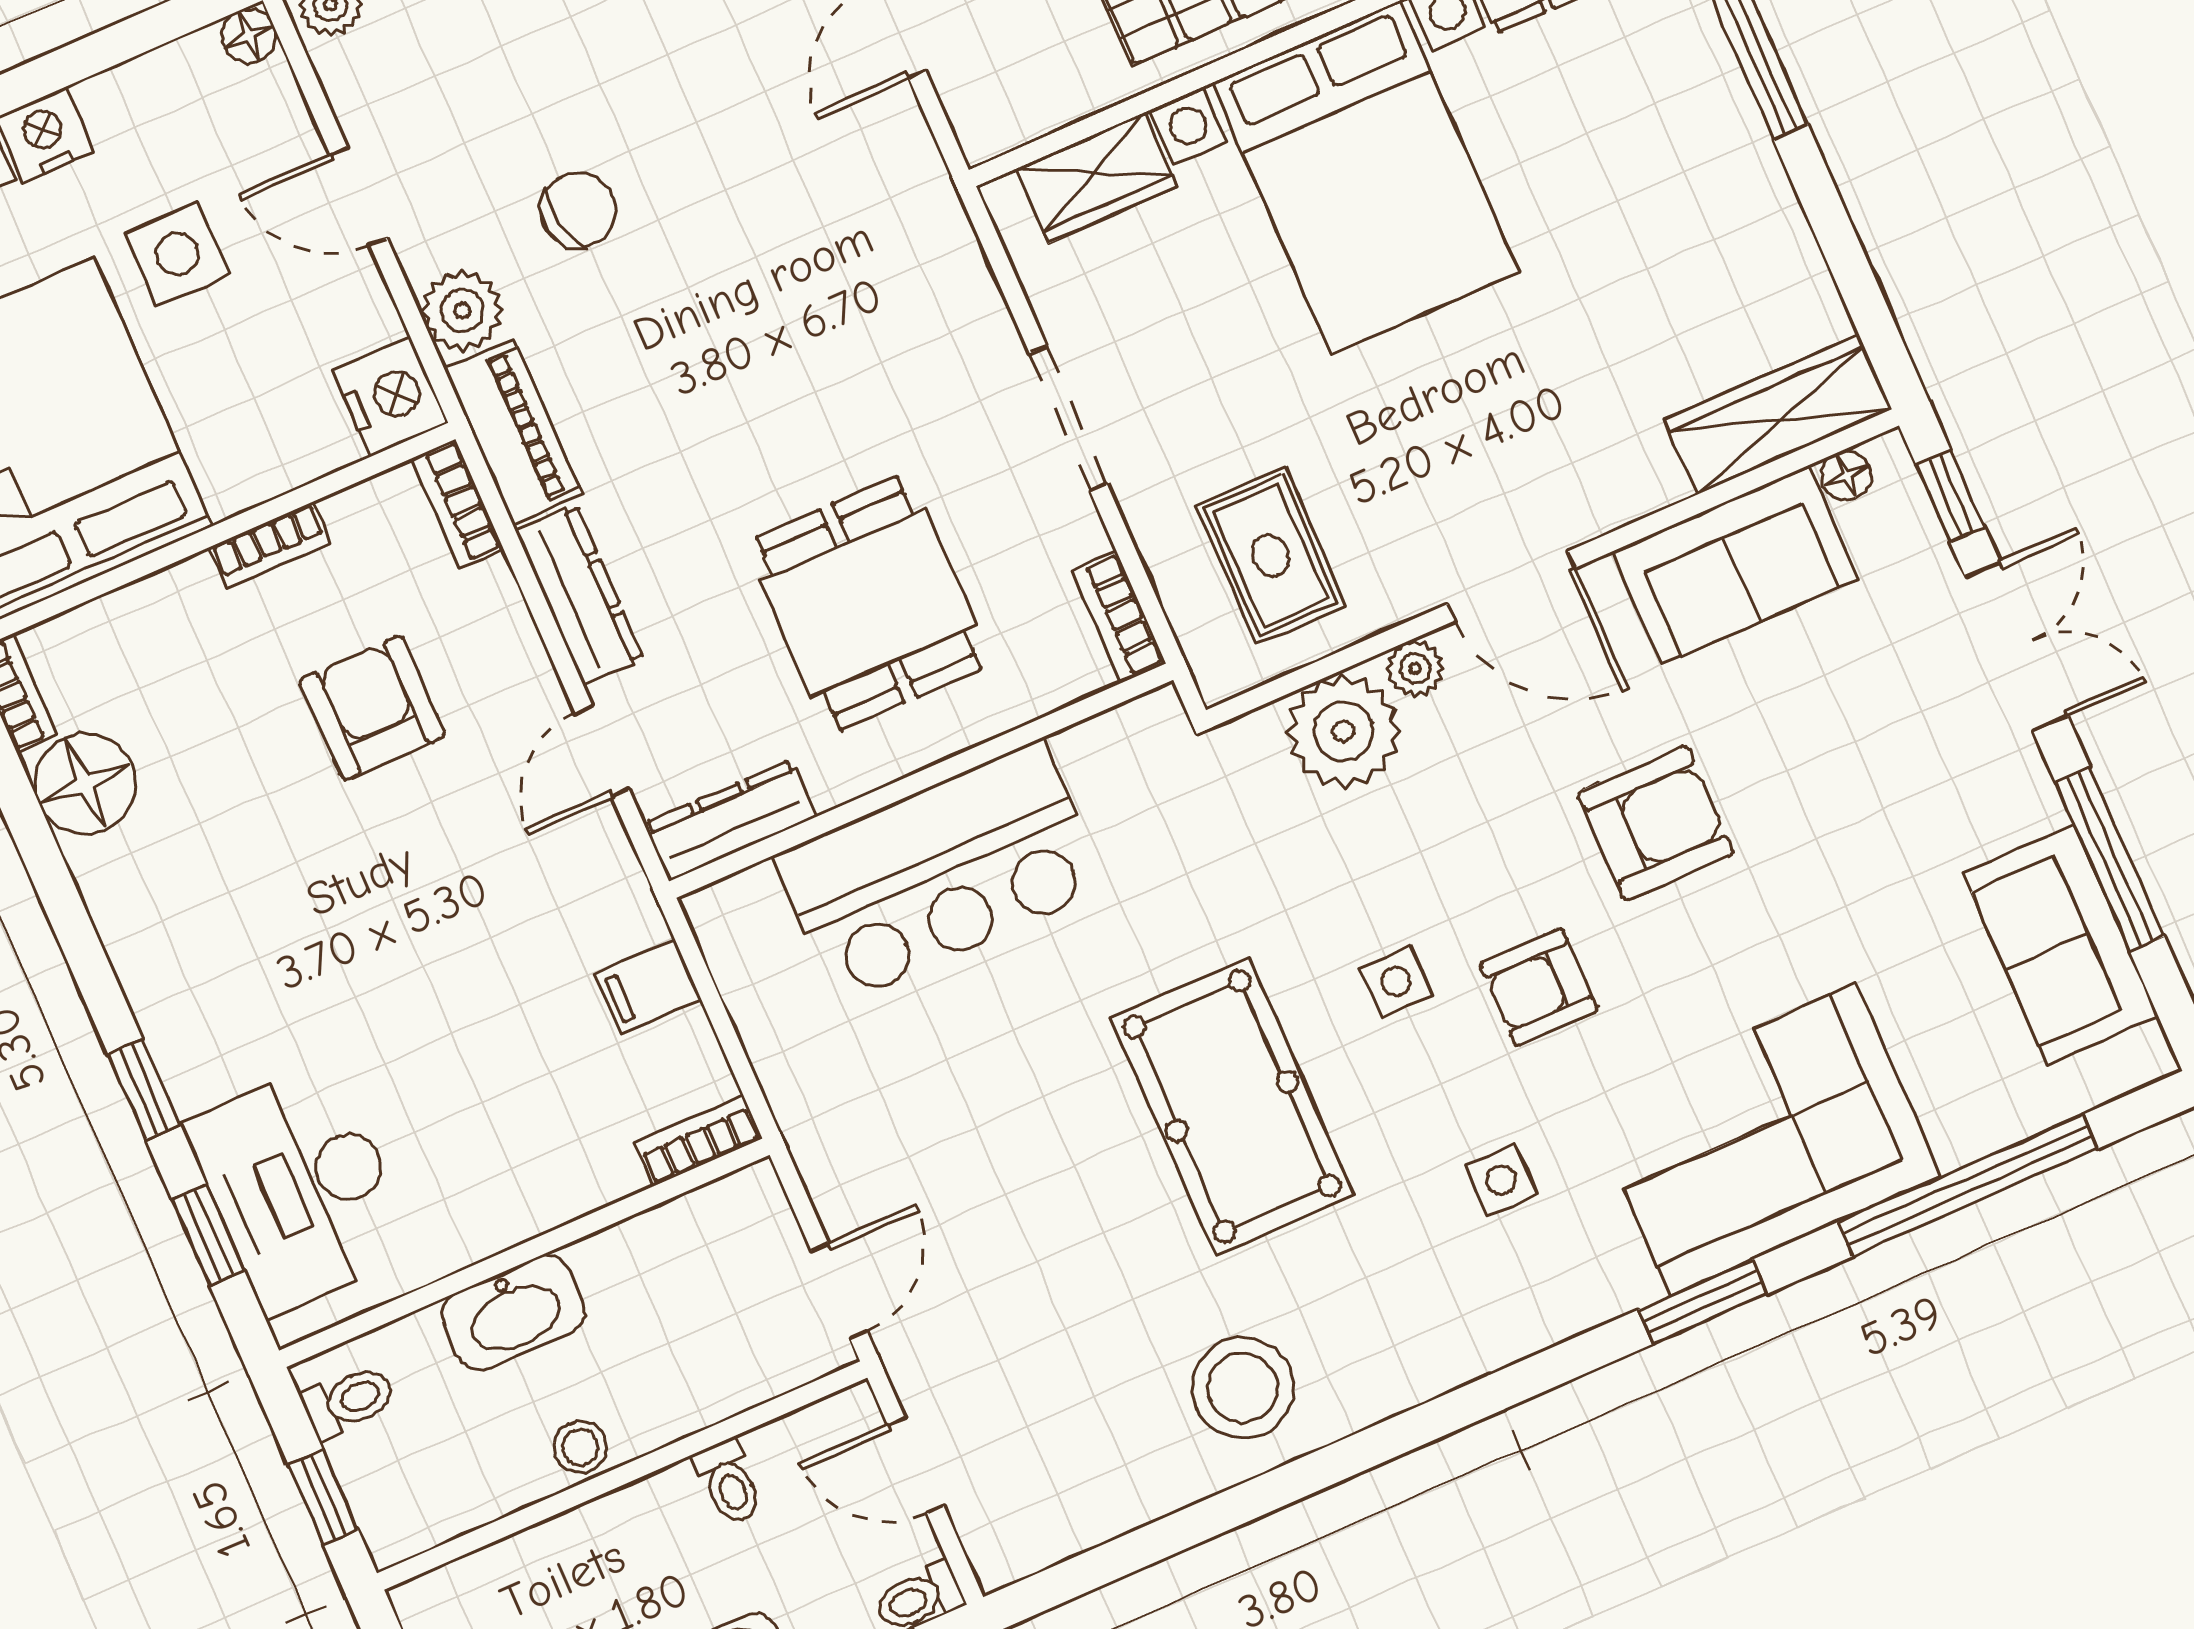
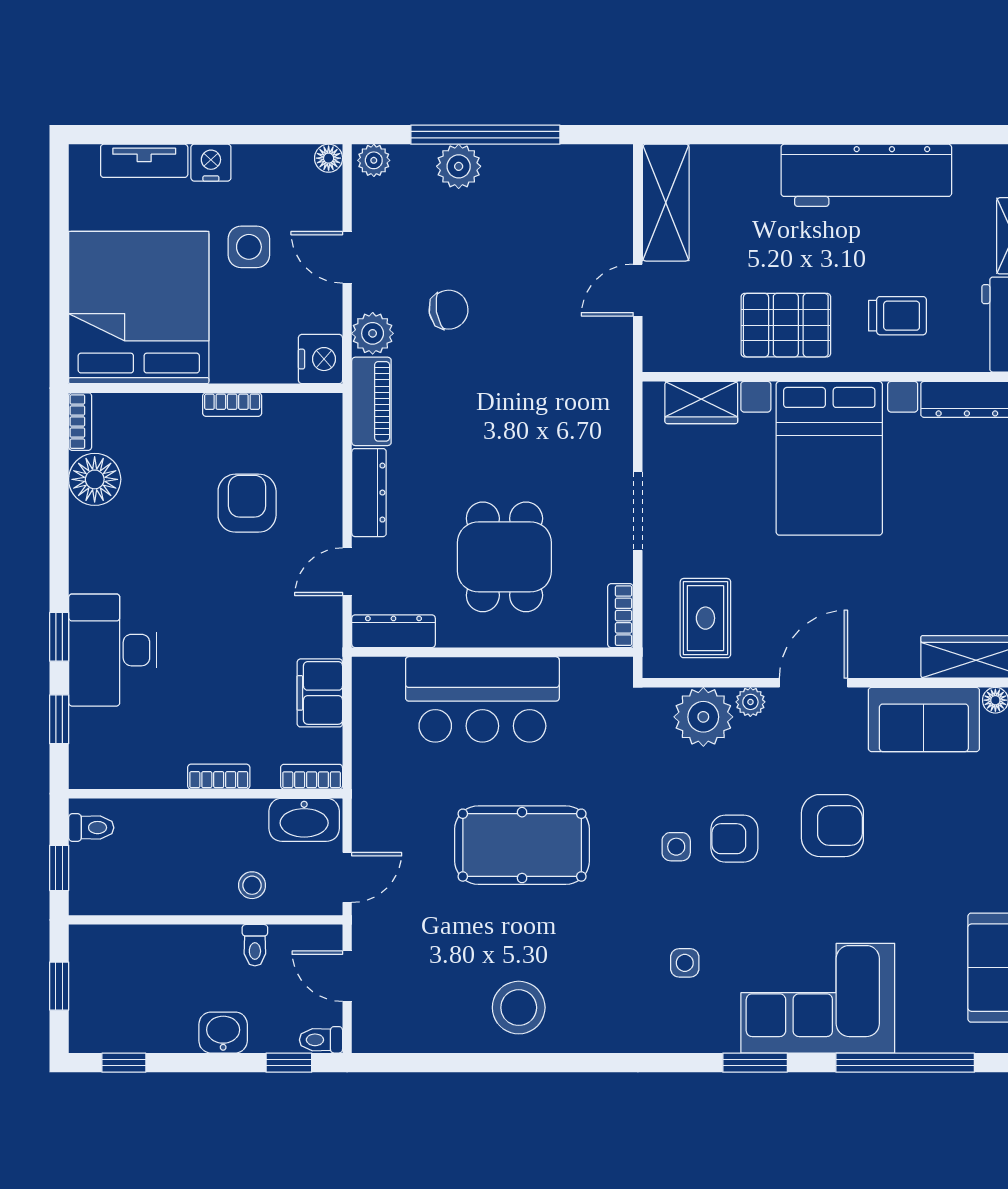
bookcase: (458, 504) -> (219, 777), moved, turned 90
door: (1511, 586) -> (813, 683), swing flipped
filing cabinet: (648, 986) -> (320, 693), width x2.00
armchair: (1539, 987) -> (734, 839), moved
pool table: (1232, 1106) -> (522, 845), moved, turned 90
desk: (300, 1188) -> (113, 650), moved
washbasin: (513, 1313) -> (304, 820), moved
stool: (580, 1447) -> (252, 885), moved

